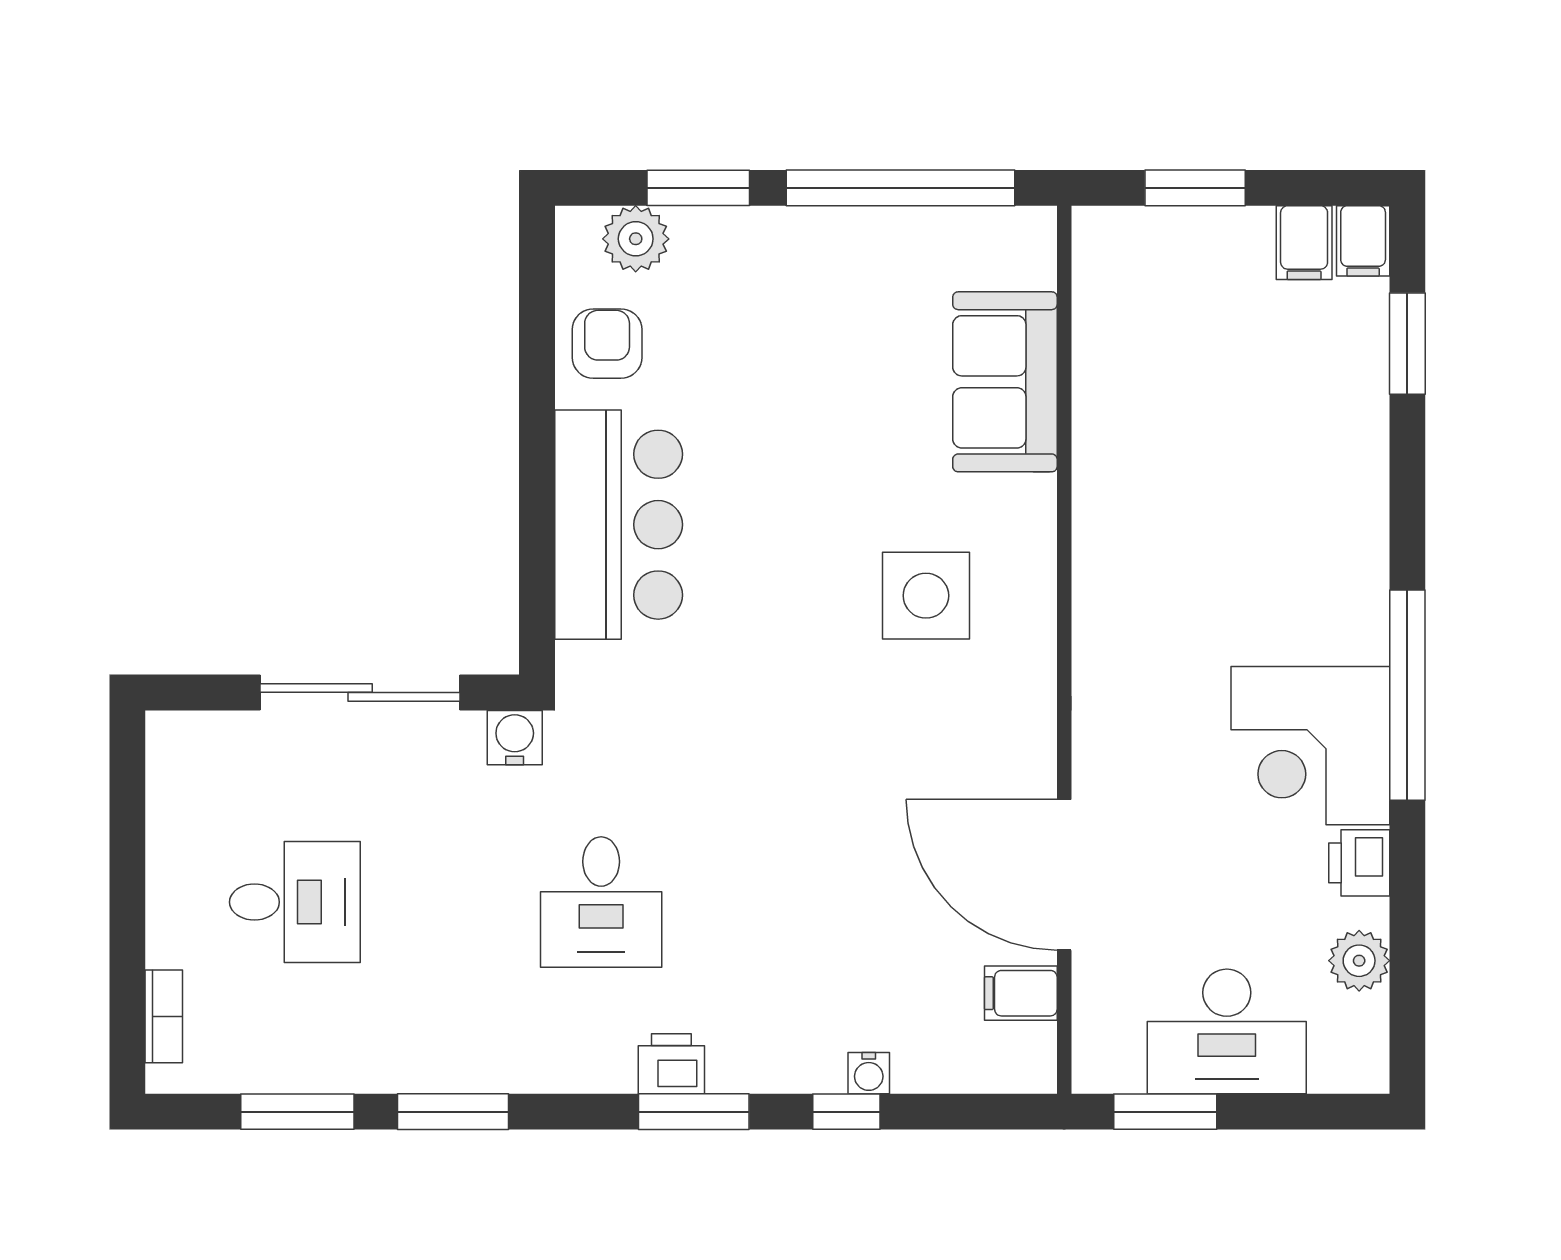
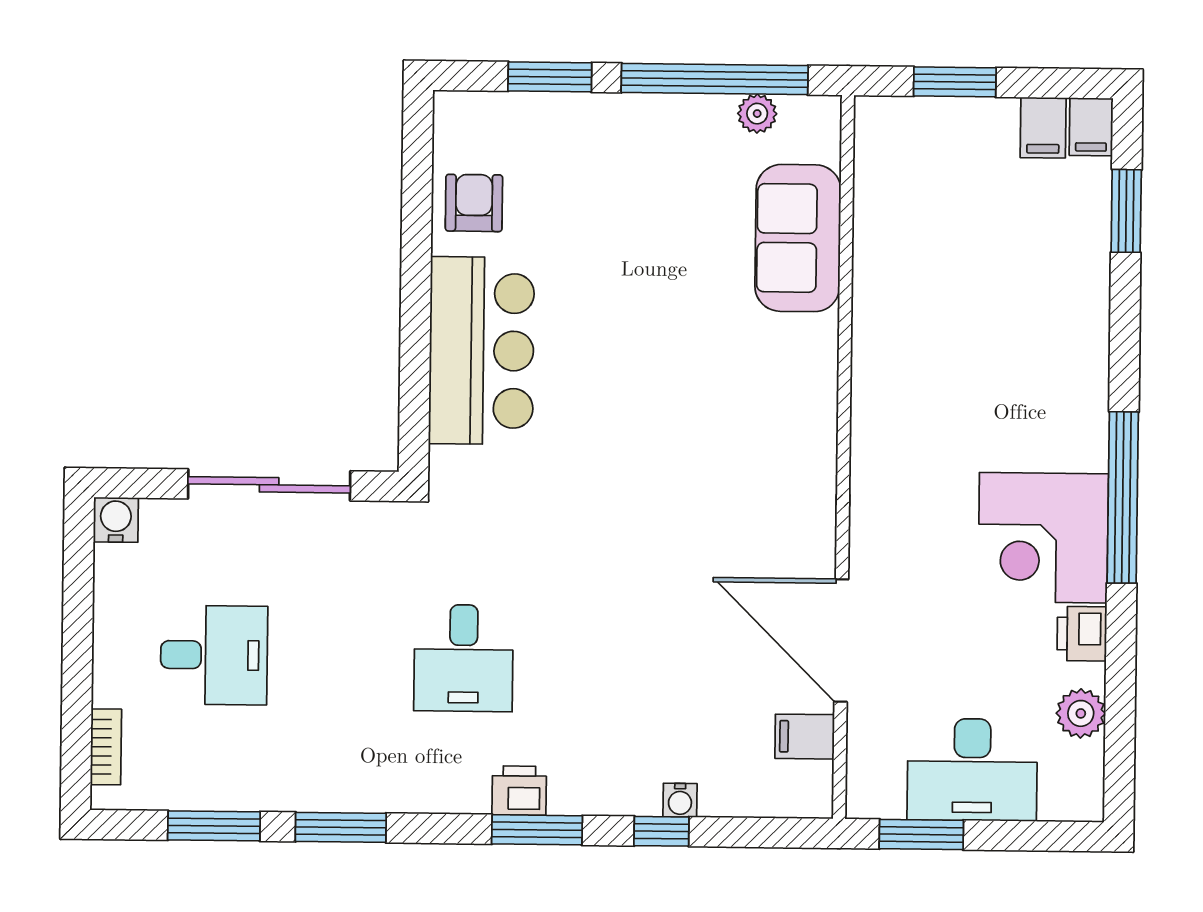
plant: (636, 239) -> (757, 114), moved, width x0.73, depth x0.73
side table: (926, 596) -> (731, 412), removed
water cooler: (515, 738) -> (116, 520), moved

